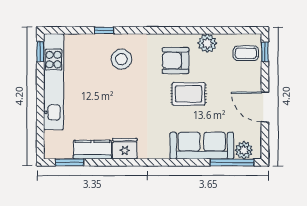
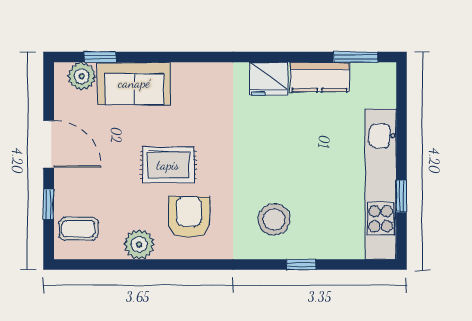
window: (40, 51) -> (401, 196), moved
window: (265, 52) -> (49, 204), moved
armchair: (176, 61) -> (189, 217), turned -90
sofa: (202, 146) -> (134, 83), width x0.73
window: (232, 162) -> (100, 57), width x0.46

